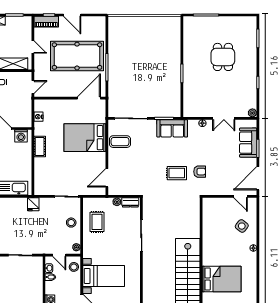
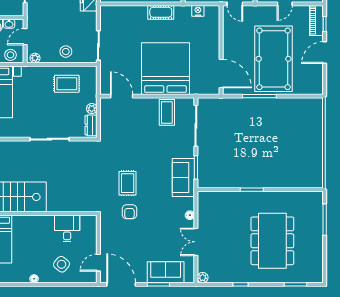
dining table: (223, 57) -> (272, 241), width x1.88, depth x1.24
bed: (85, 138) -> (165, 69), width x1.36
desk: (213, 222) -> (67, 229), added

